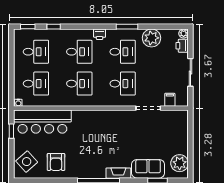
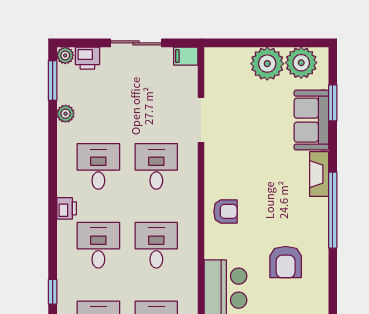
window: (127, 27) -> (53, 80), moved
plant: (152, 38) -> (66, 114), width x0.53, depth x0.53
filing cabinet: (170, 100) -> (186, 56), moved
armchair: (98, 122) -> (225, 211), added
plant: (179, 145) -> (267, 64), added
armchair: (56, 162) -> (286, 262), moved, turned 90

